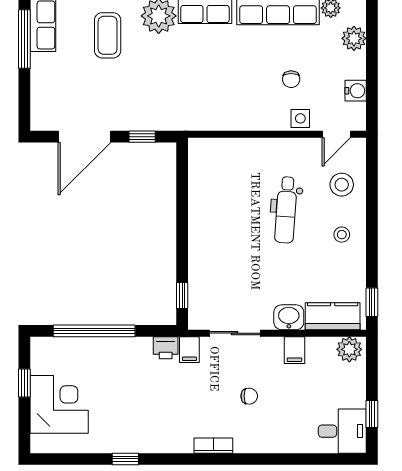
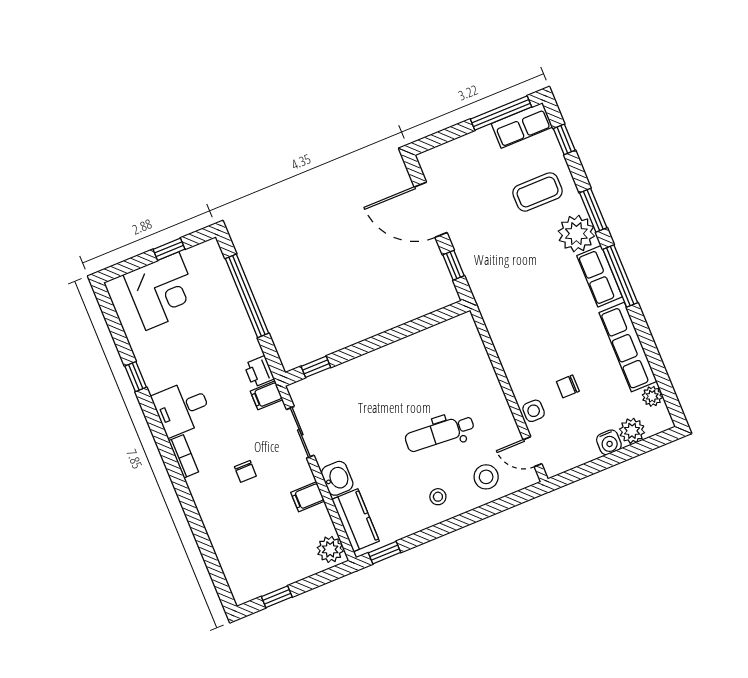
water cooler: (356, 91) -> (609, 442), moved
desk: (342, 431) -> (182, 408), moved, turned 90

